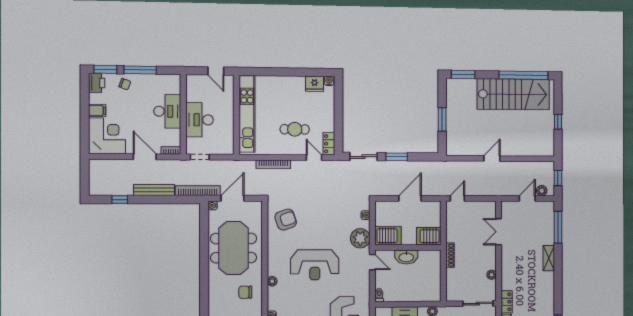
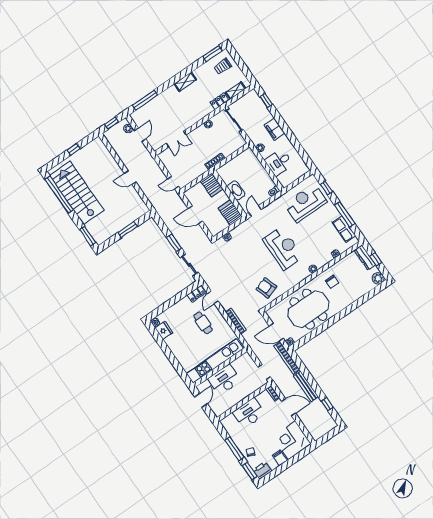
desk: (200, 120) -> (224, 380), moved, turned 180
door: (145, 157) -> (289, 407), swing flipped
door: (527, 198) -> (140, 135), swing flipped
plant: (360, 238) -> (245, 230), removed
shelving: (549, 258) -> (185, 82), moved

